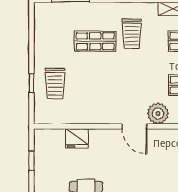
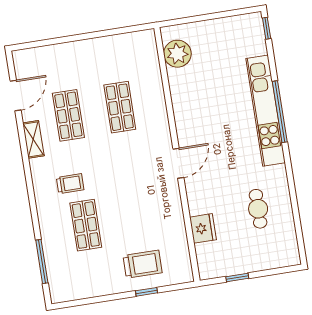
trolley: (132, 34) -> (70, 184), width x0.73, depth x0.72
plant: (158, 114) -> (159, 138), removed

